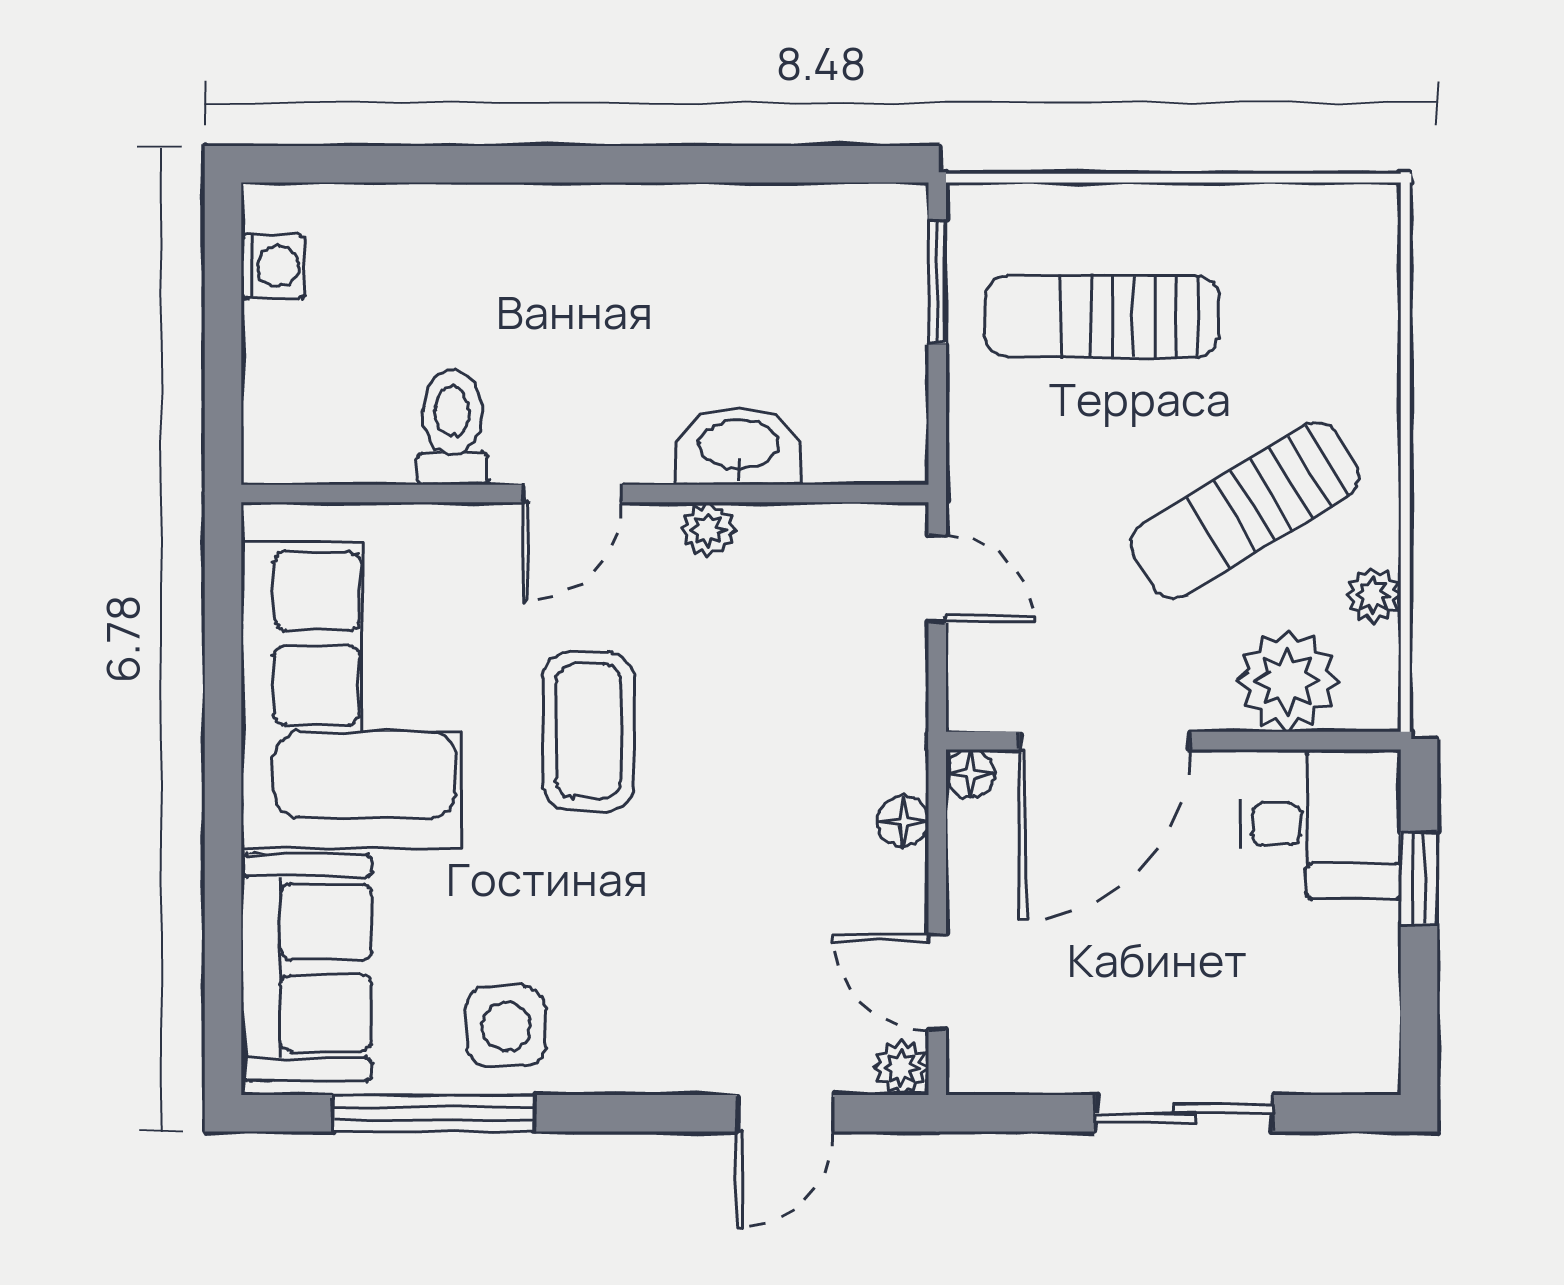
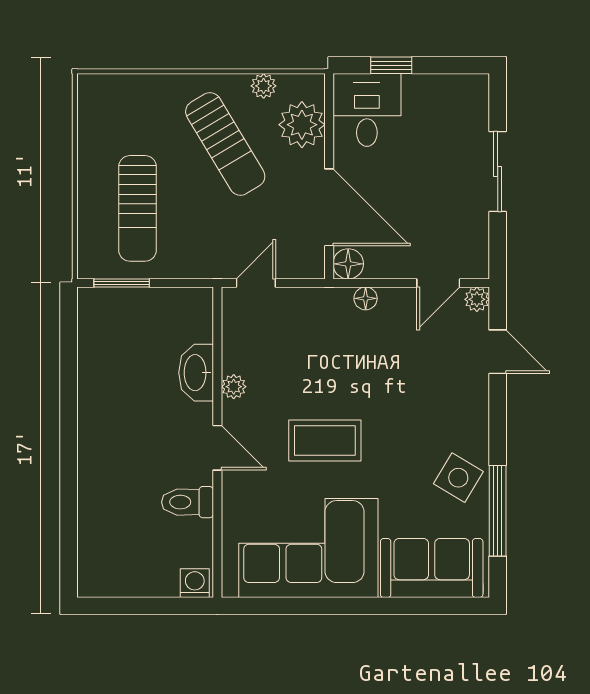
washing machine: (273, 267) -> (195, 583), moved
floor lamp: (970, 774) -> (348, 264), width x1.37, depth x1.37
side table: (506, 1026) -> (458, 478), turned 31

